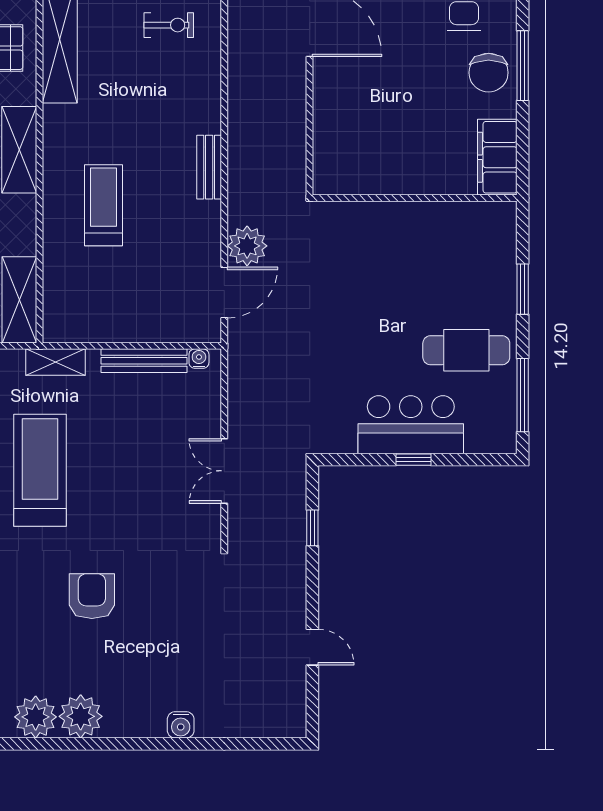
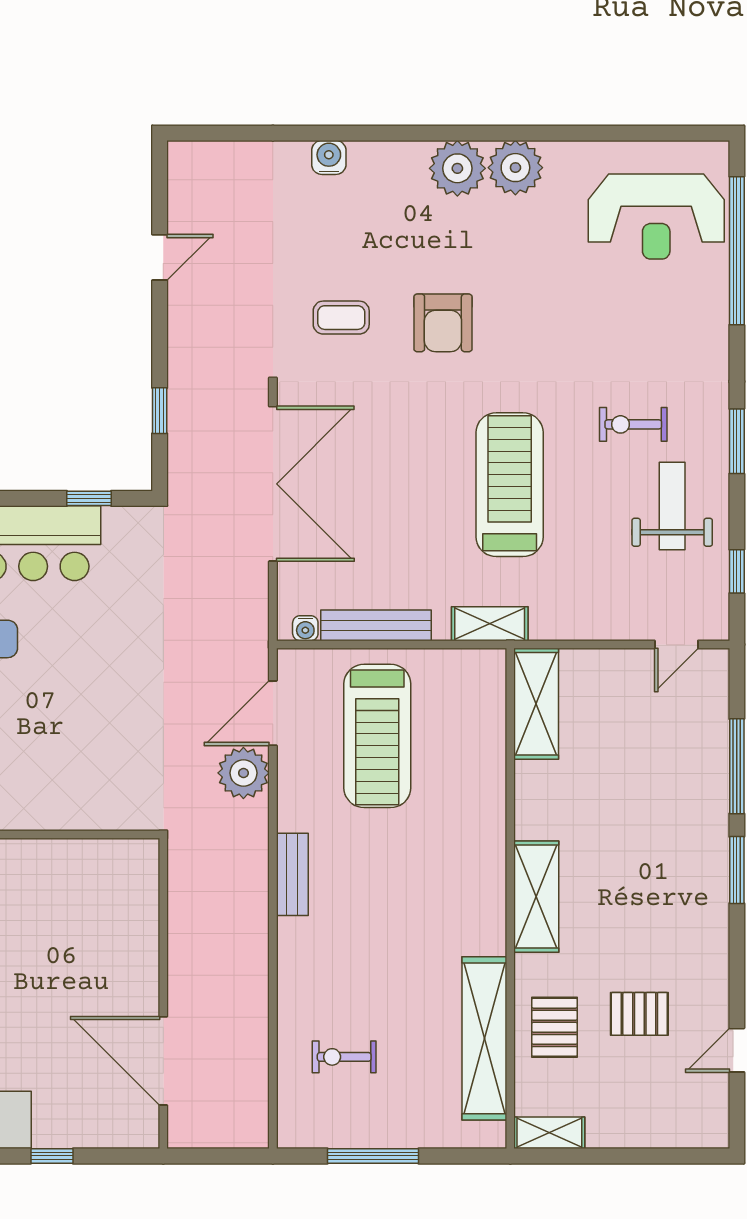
treadmill: (103, 205) -> (377, 736), moved, width x1.37, depth x1.38
window: (414, 460) -> (89, 498), moved
treadmill: (40, 470) -> (510, 485), turned 180
double door: (224, 471) -> (273, 484), width x1.87
coffee table: (171, 600) -> (341, 318), added
door: (312, 647) -> (160, 257), swing flipped

